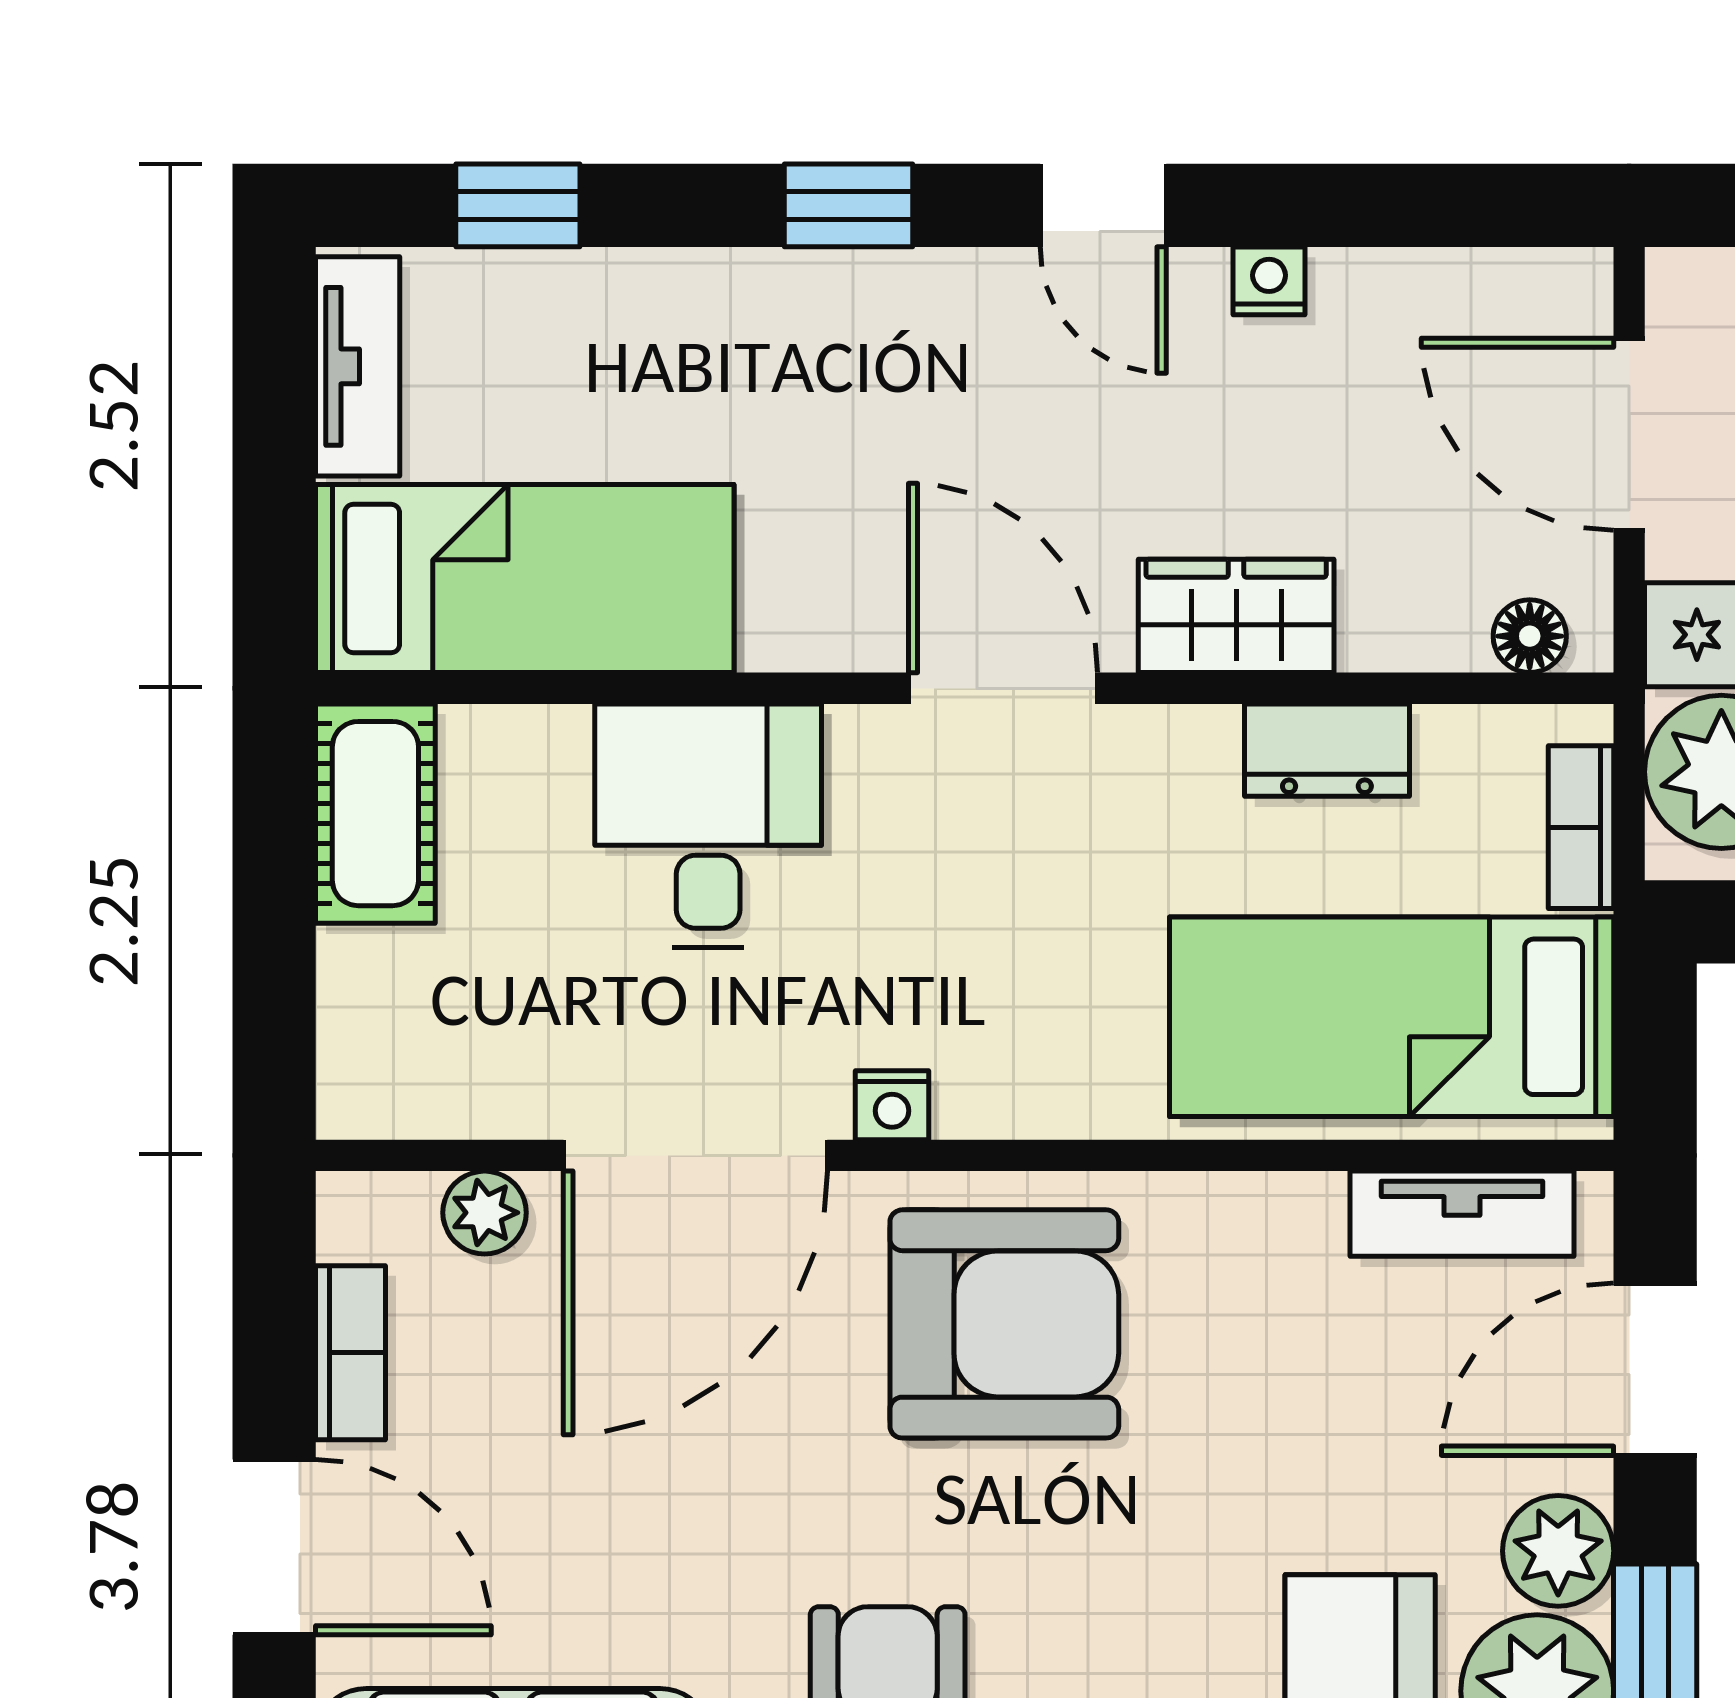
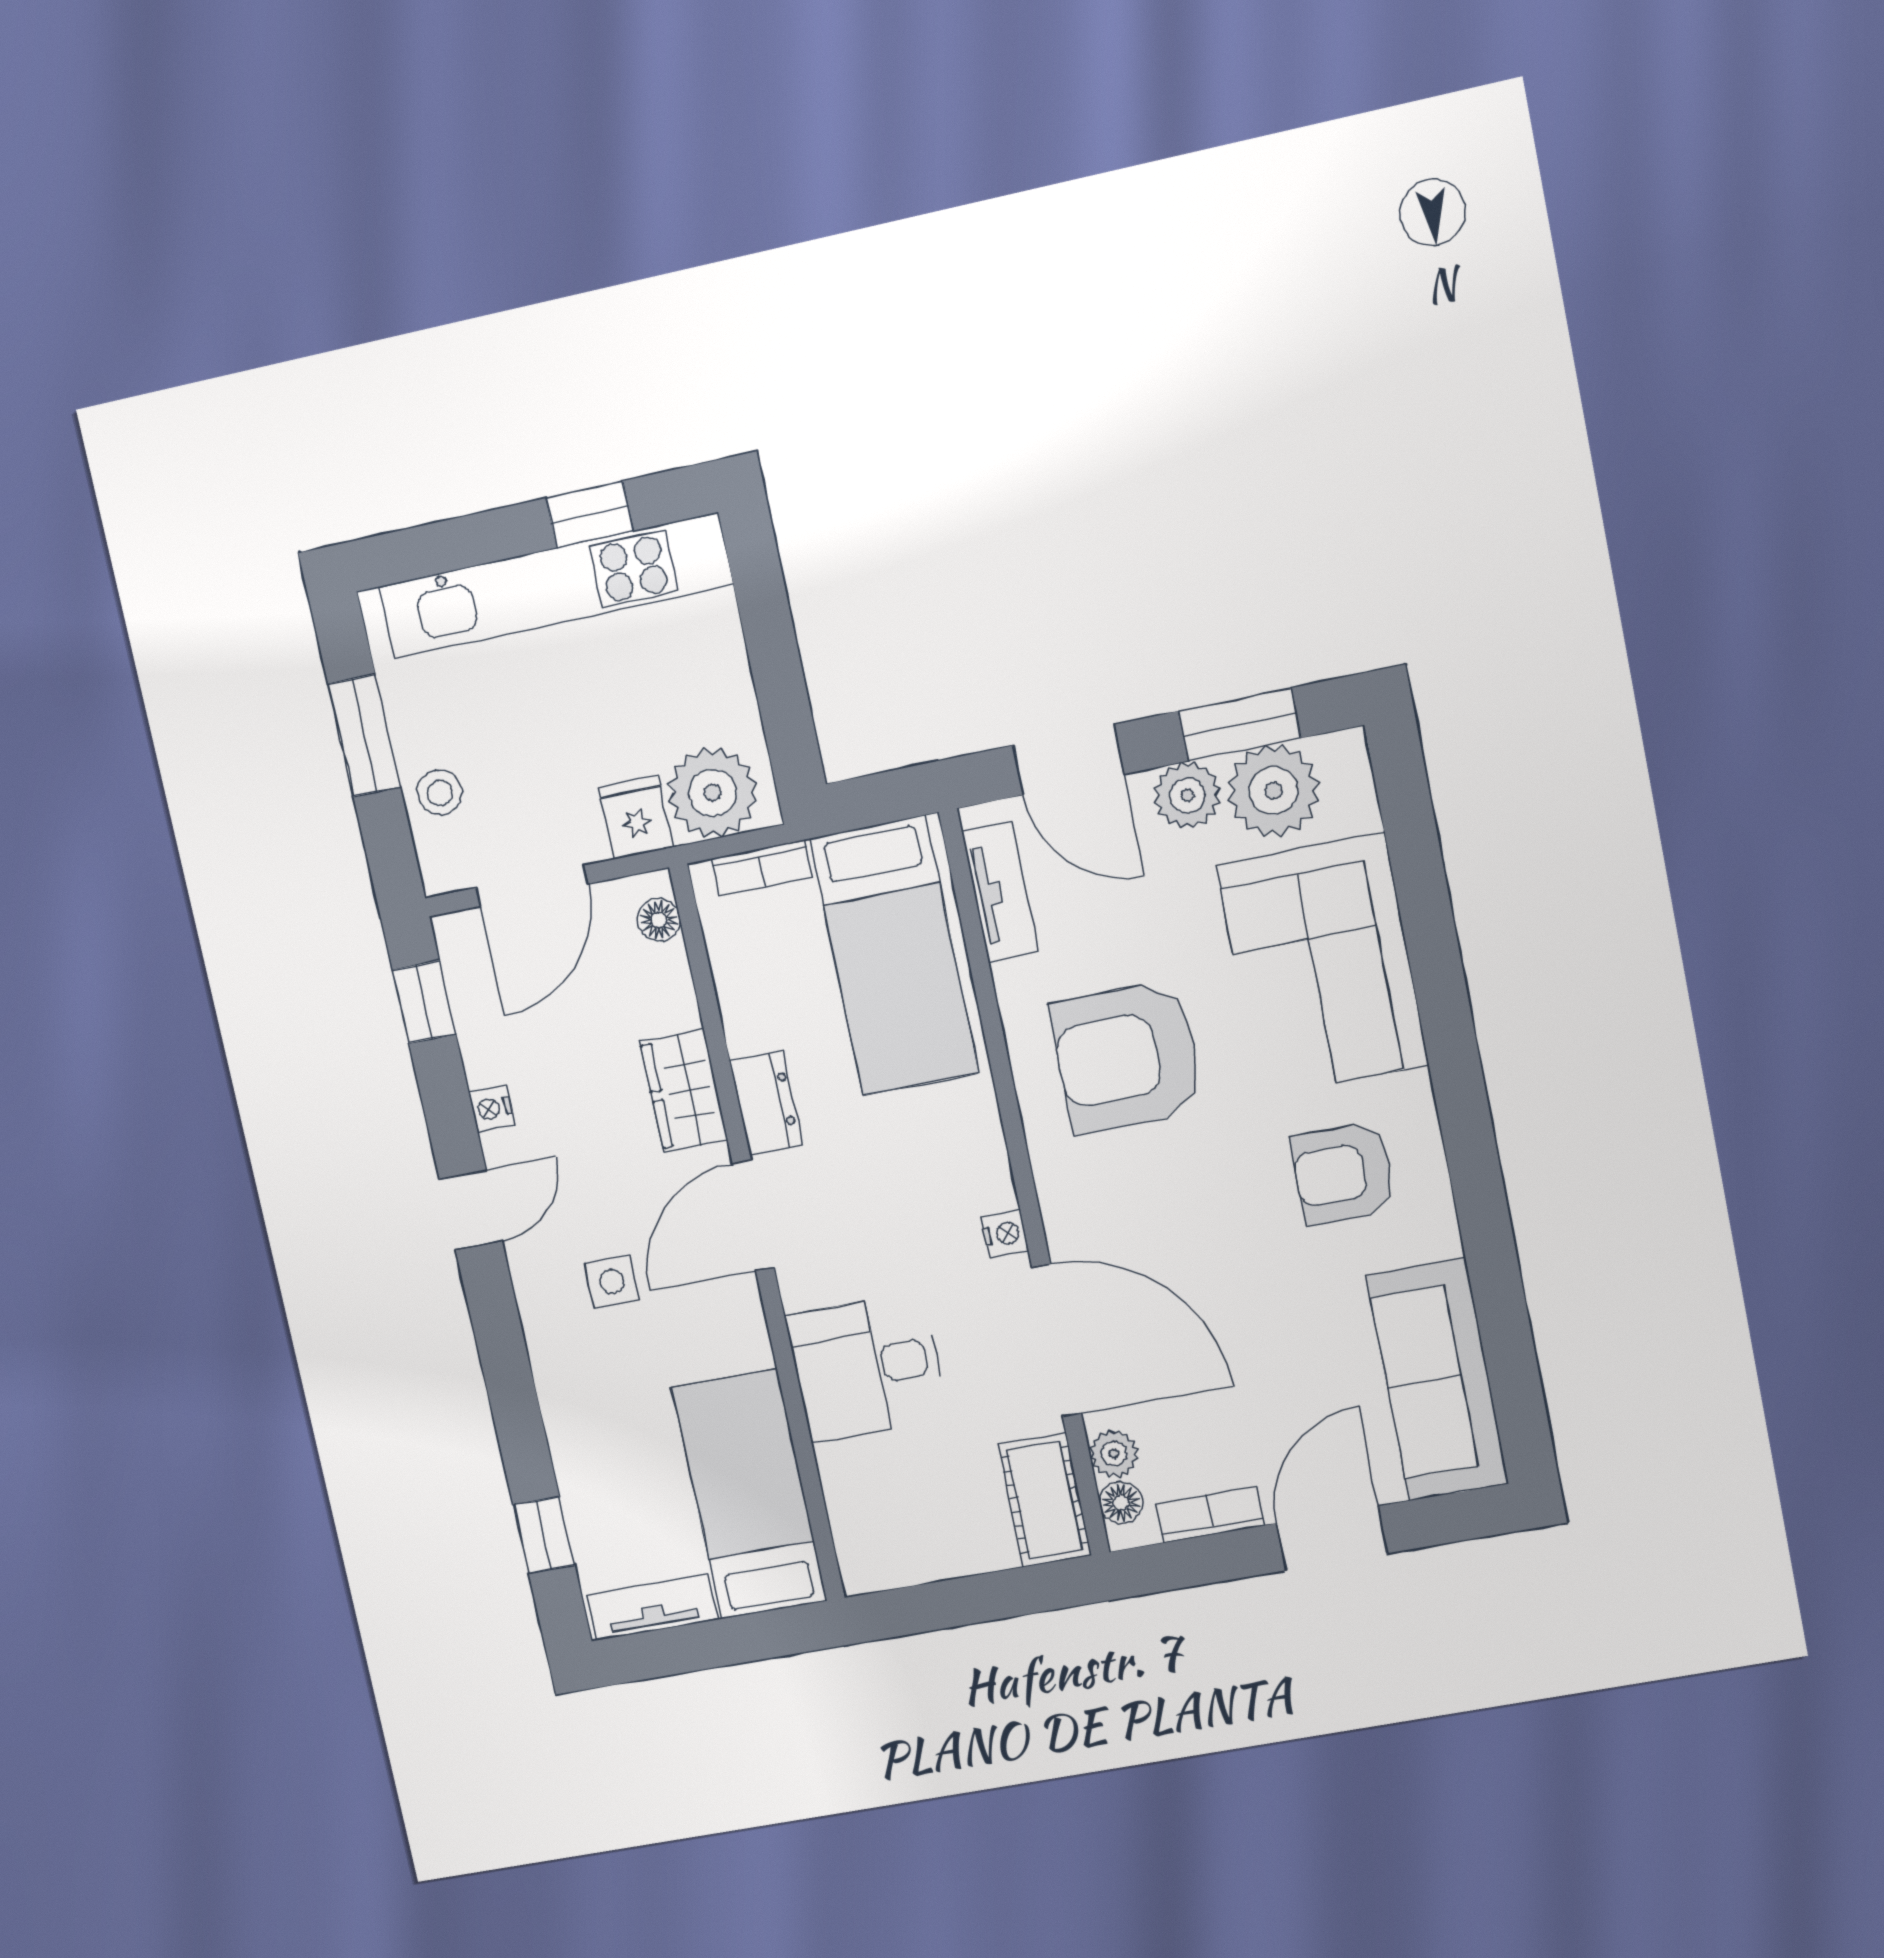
window: (849, 205) -> (424, 1002), moved
side table: (936, 421) -> (612, 1282), added
dresser: (1327, 750) -> (766, 1103), moved
cot: (375, 814) -> (1045, 1500), moved, turned 90
floor lamp: (398, 1208) -> (1121, 1503), added
armchair: (1004, 1324) -> (1127, 1057), moved, turned -90

